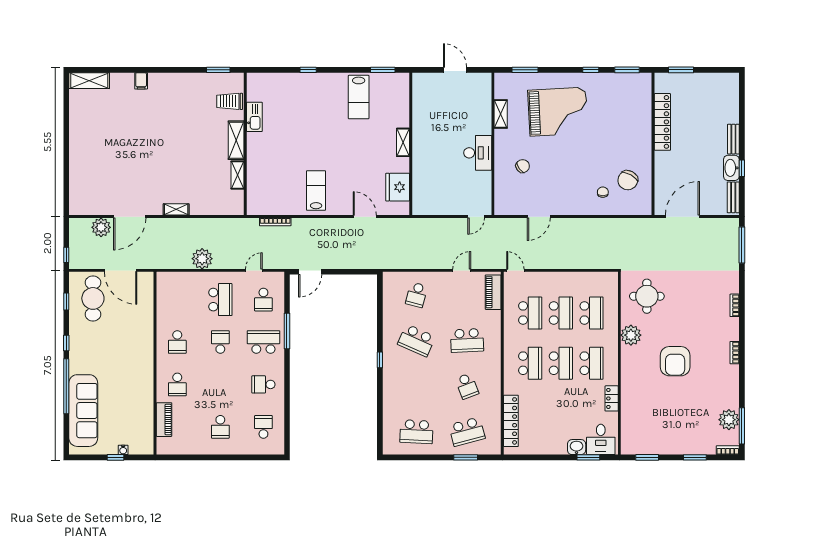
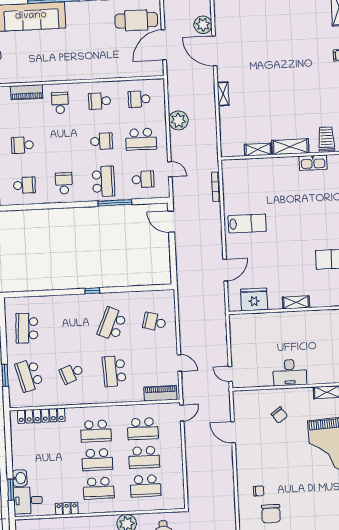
chair: (628, 180) -> (271, 514), turned -119
school desk: (177, 300) -> (139, 99), added
school desk: (263, 300) -> (143, 179), turned 180
school desk: (177, 384) -> (60, 103), turned 90

